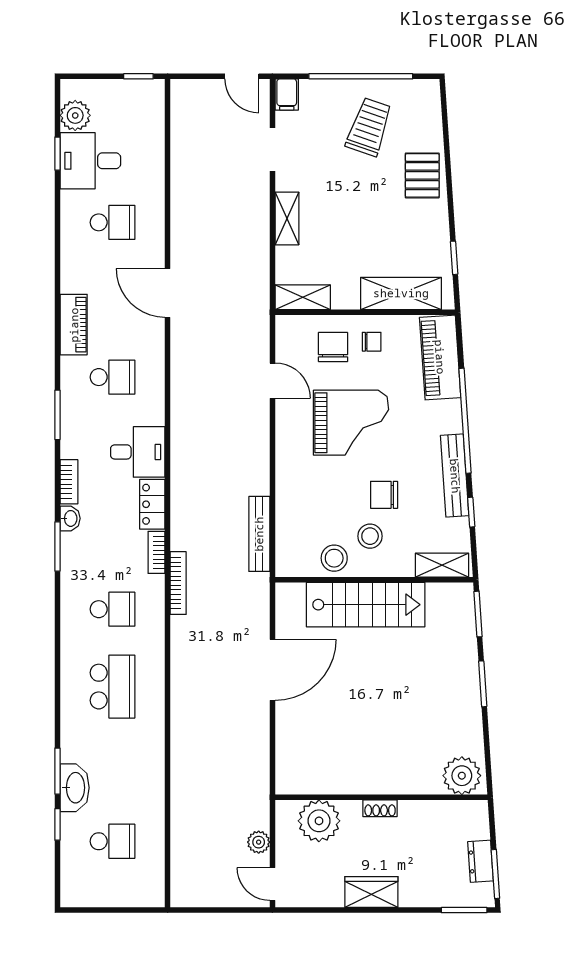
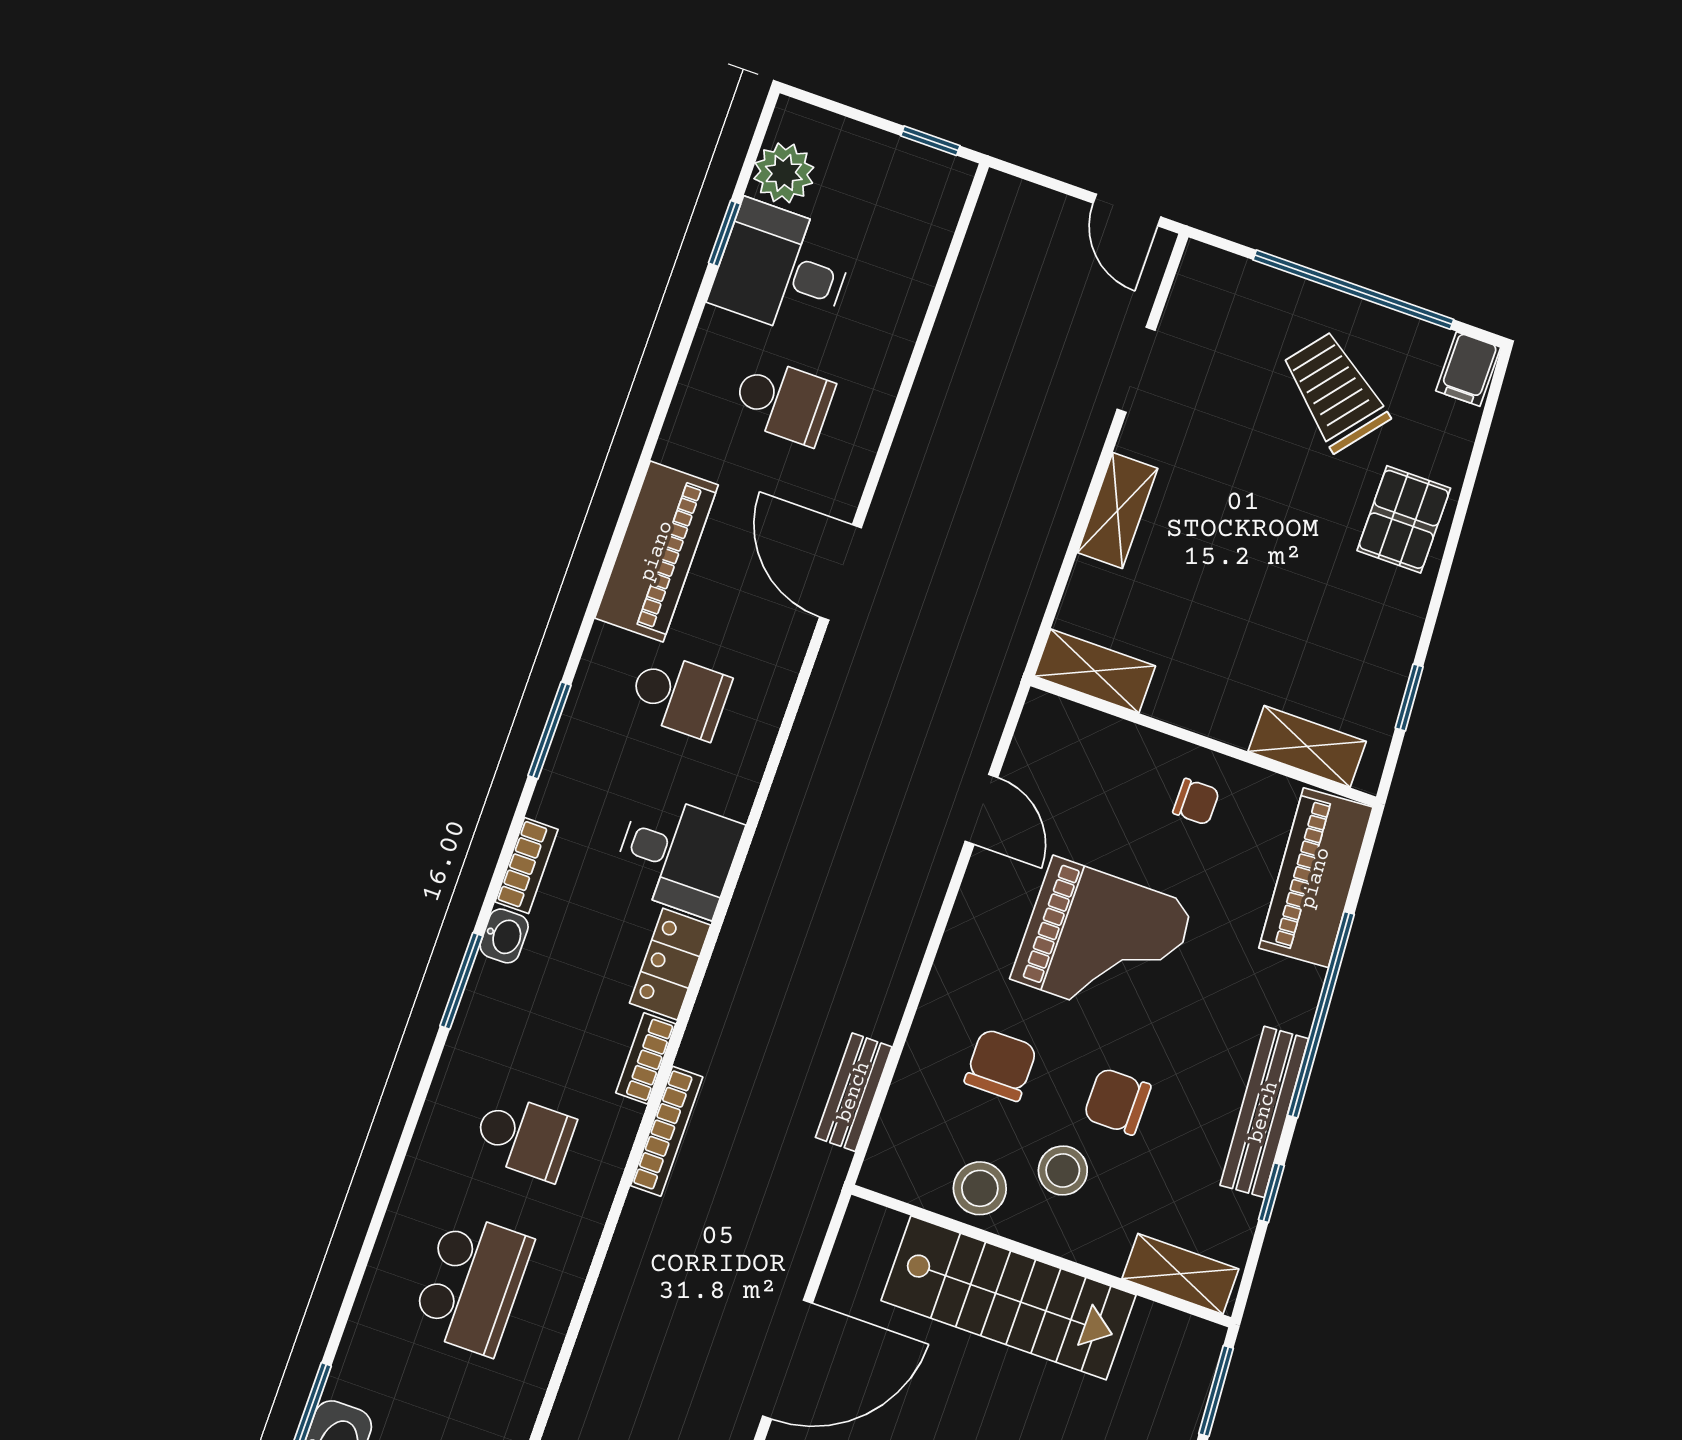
filing cabinet: (287, 94) -> (1468, 369), moved
trolley: (369, 127) -> (1335, 392), turned -70
shelving: (401, 293) -> (1307, 746), width x0.67, depth x0.75
piano: (74, 325) -> (657, 551), width x1.37, depth x1.33
chair: (333, 347) -> (1001, 1065), moved
bench: (259, 534) -> (854, 1092), width x0.73

